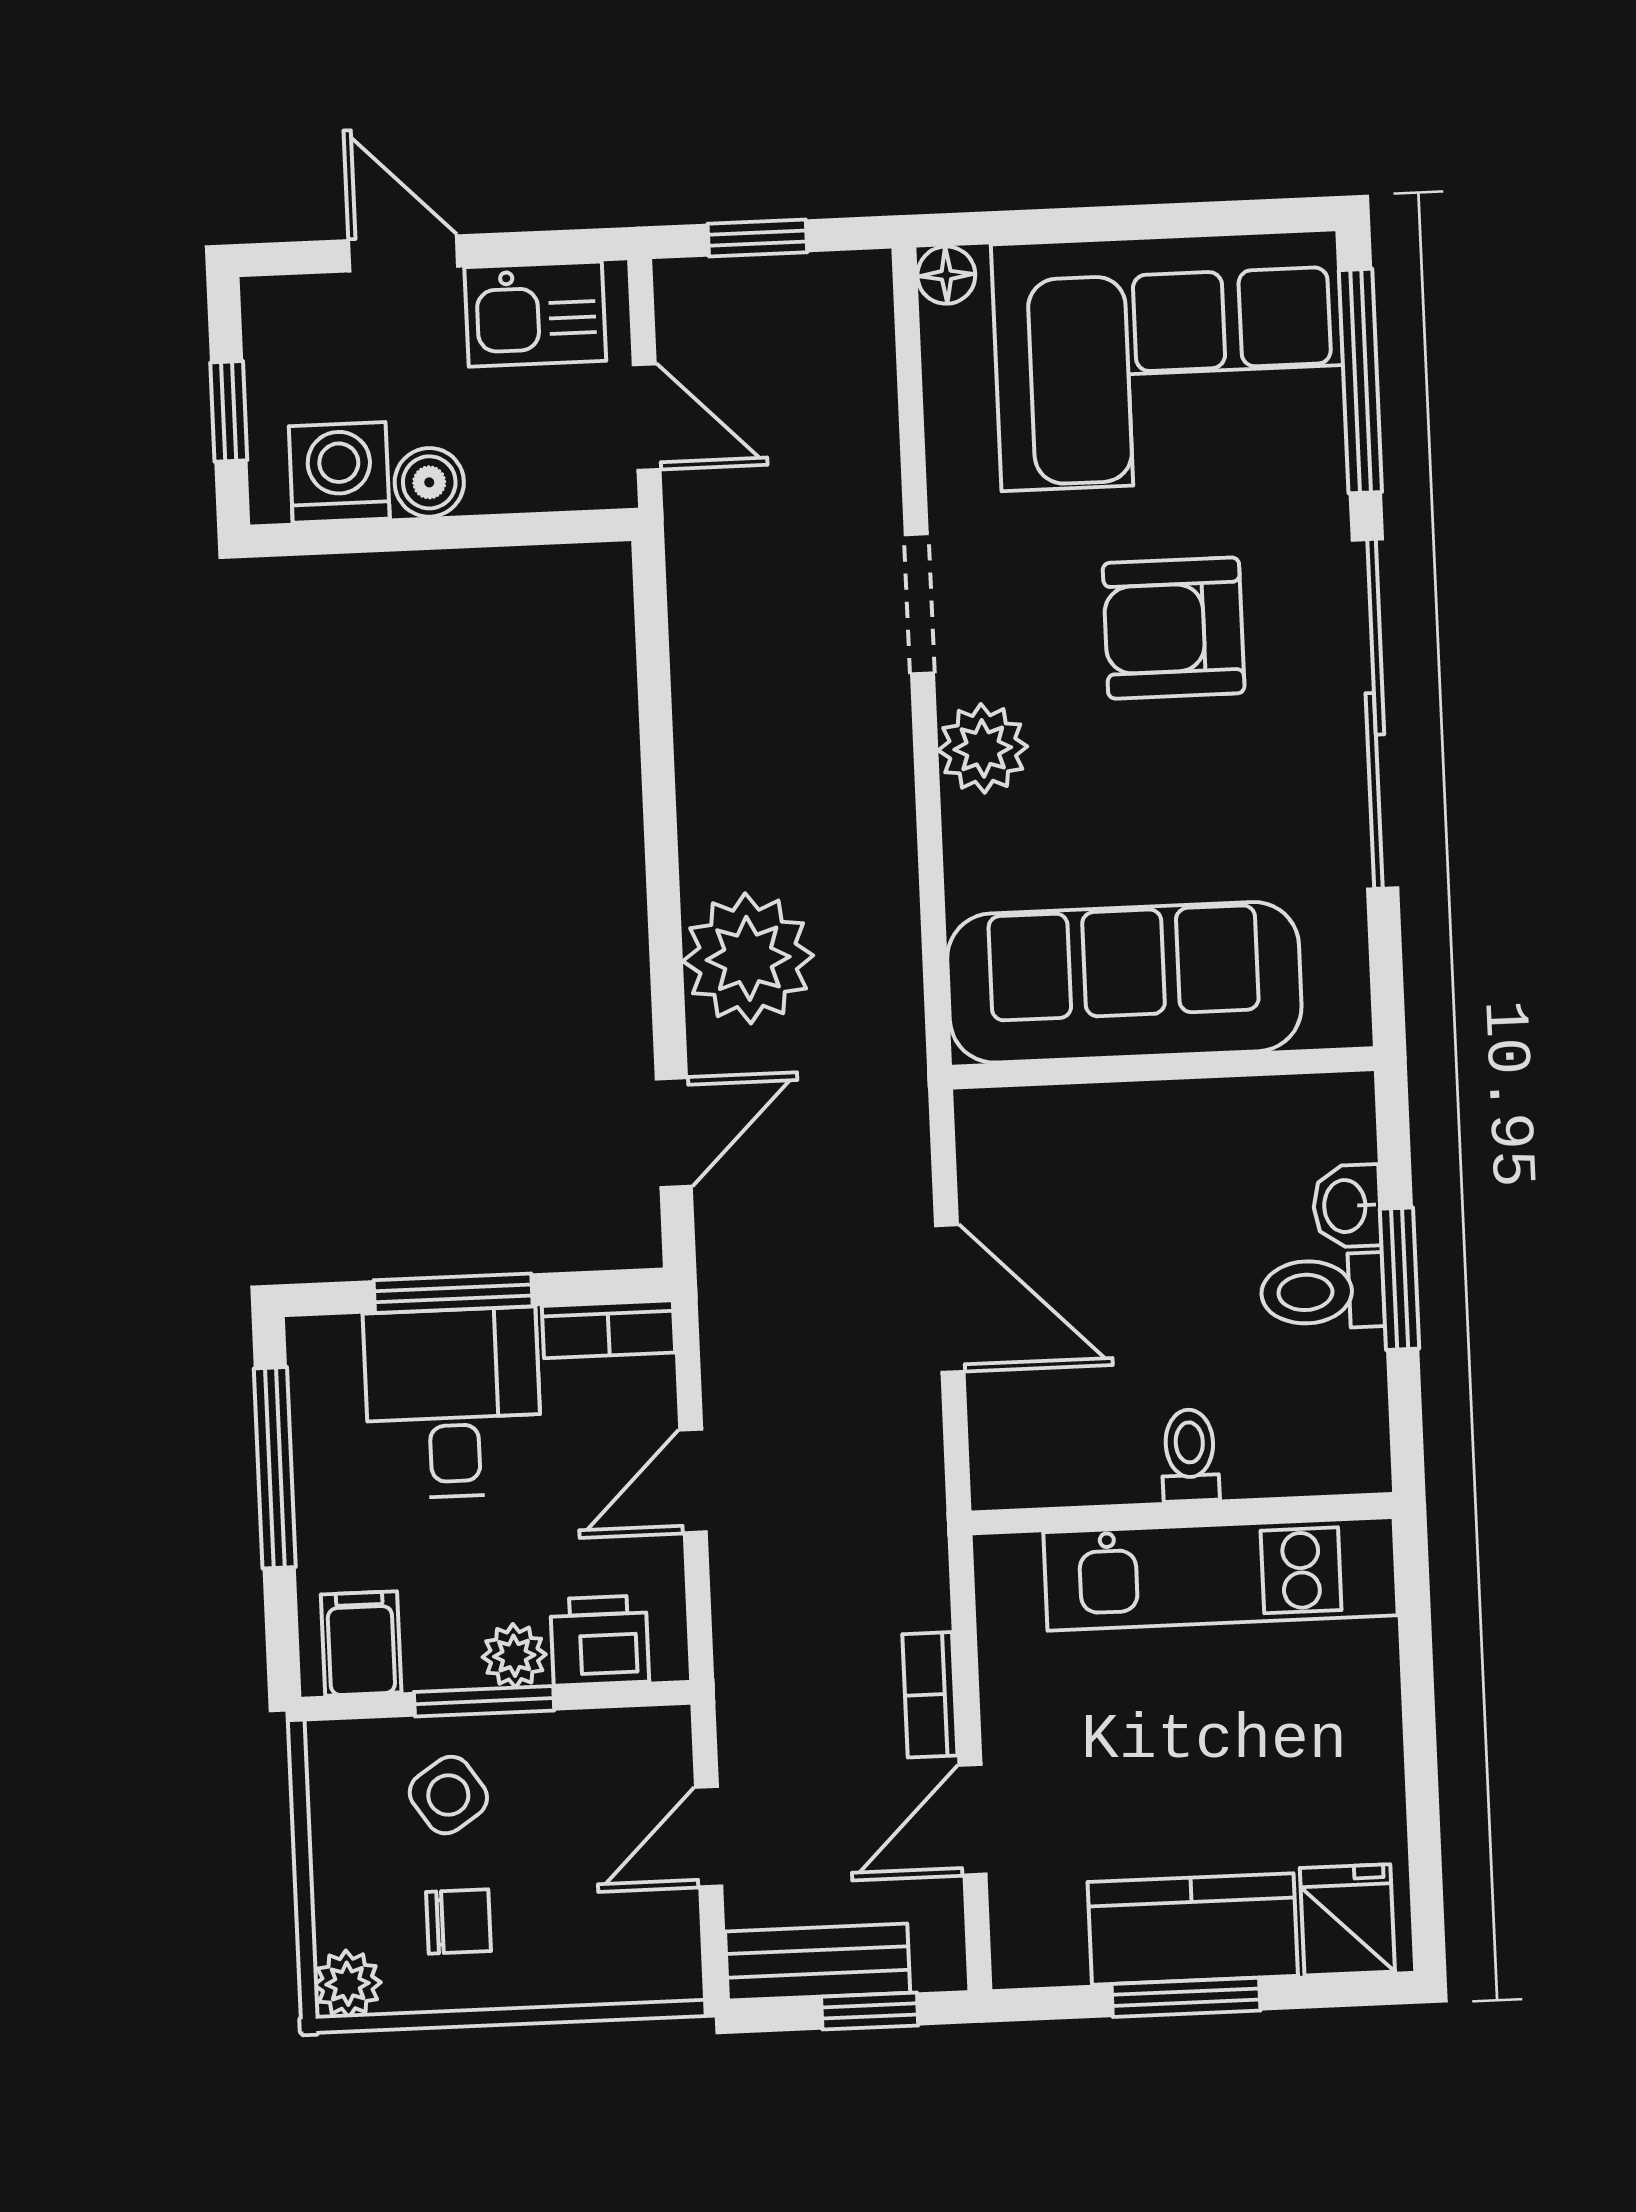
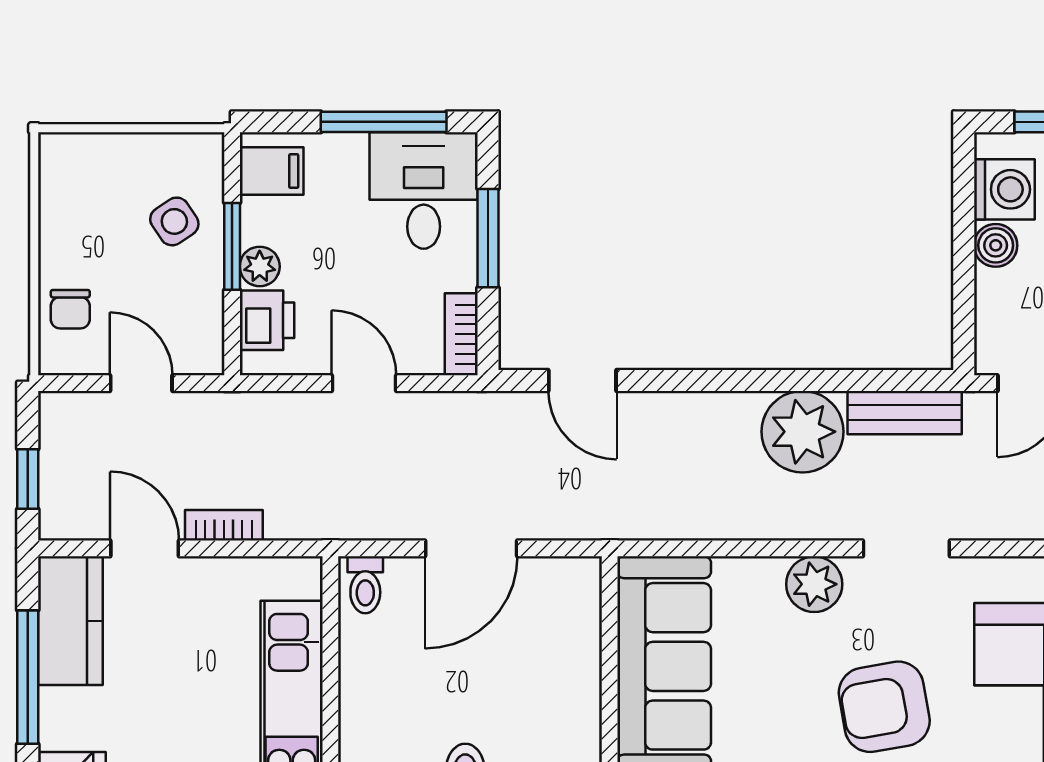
armchair: (1174, 628) -> (884, 707), turned -100
plant: (748, 958) -> (803, 432), moved
desk: (453, 1403) -> (424, 191), moved, turned -90
toilet: (1190, 1455) -> (365, 585), moved, turned 90
chair: (459, 1921) -> (70, 309), moved
kitchen counter: (1193, 1929) -> (70, 621), moved
bench: (818, 1962) -> (905, 413), moved, turned 90
plant: (347, 1984) -> (59, 153), removed
window: (1186, 1997) -> (28, 677), width x1.44

